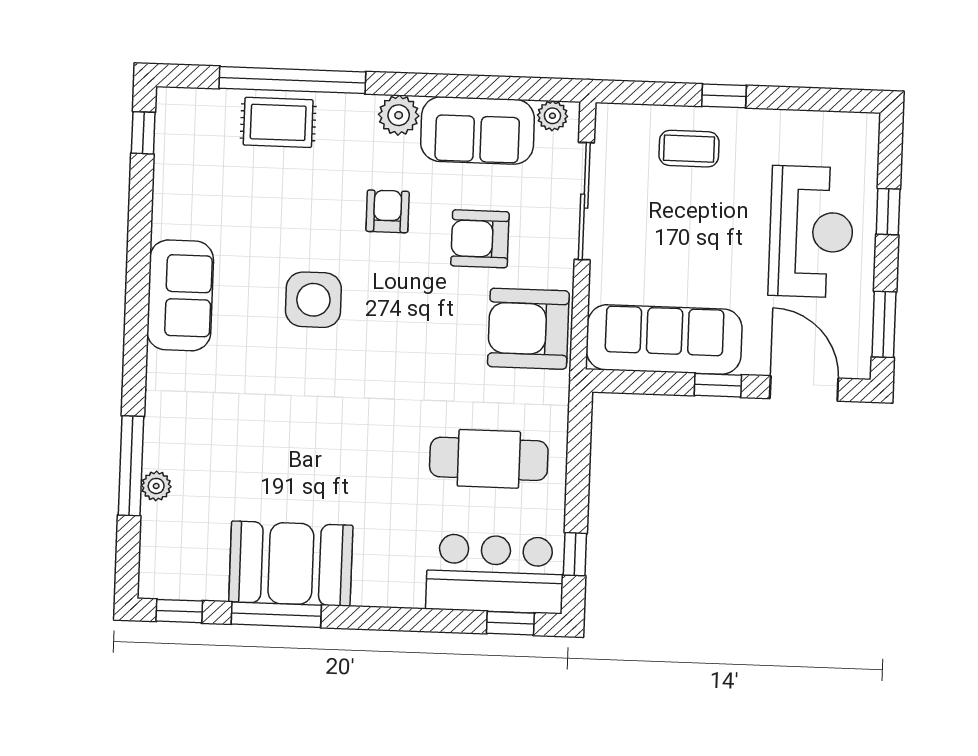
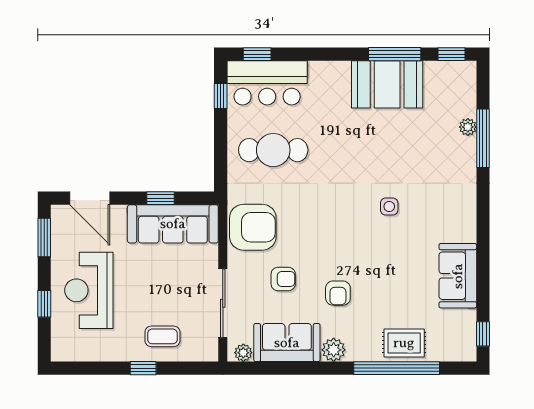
armchair: (480, 239) -> (283, 279), width x0.72, depth x0.72
sofa: (180, 295) -> (458, 276), moved
side table: (313, 300) -> (389, 207), moved, width x0.54, depth x0.54
window: (718, 385) -> (161, 198), moved

